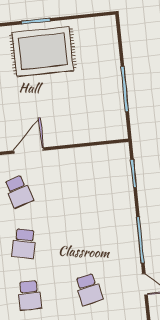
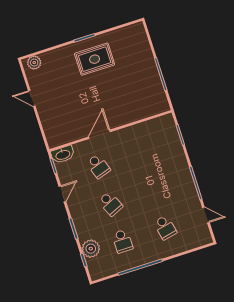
rug: (43, 51) -> (95, 59), width x0.73, depth x0.69
school desk: (24, 244) -> (110, 204), turned -36

